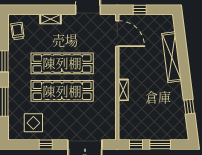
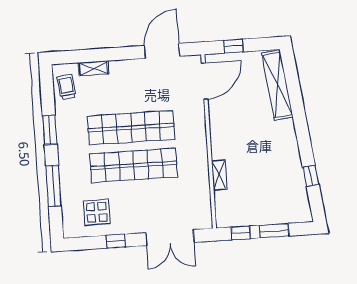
shelving: (50, 19) -> (94, 68), moved
door: (117, 34) -> (205, 81), hinge flipped
shelving: (172, 57) -> (277, 85), moved
shelving: (123, 90) -> (219, 175), moved

